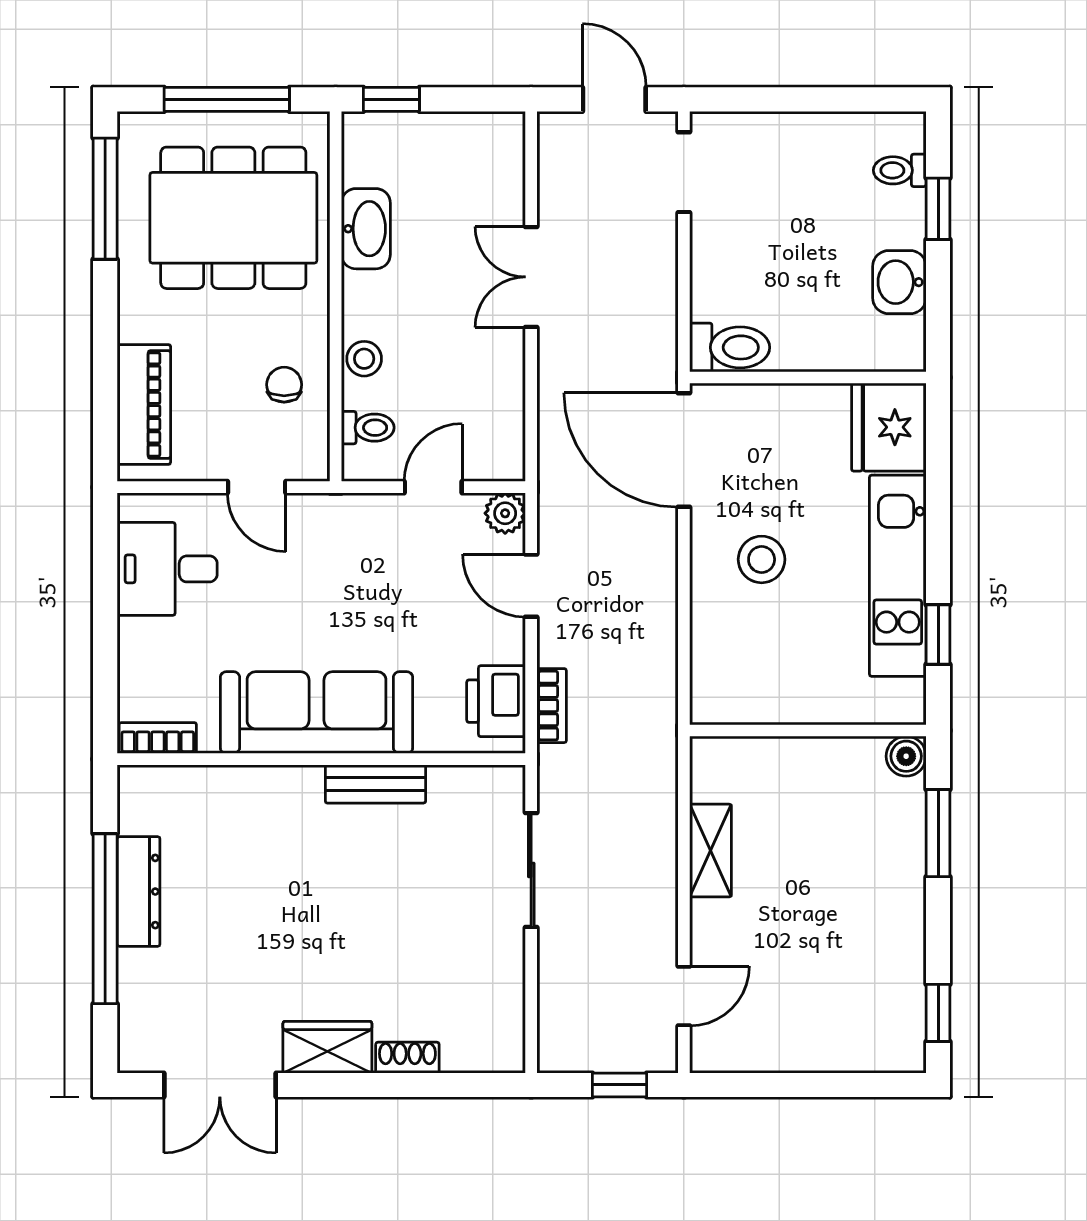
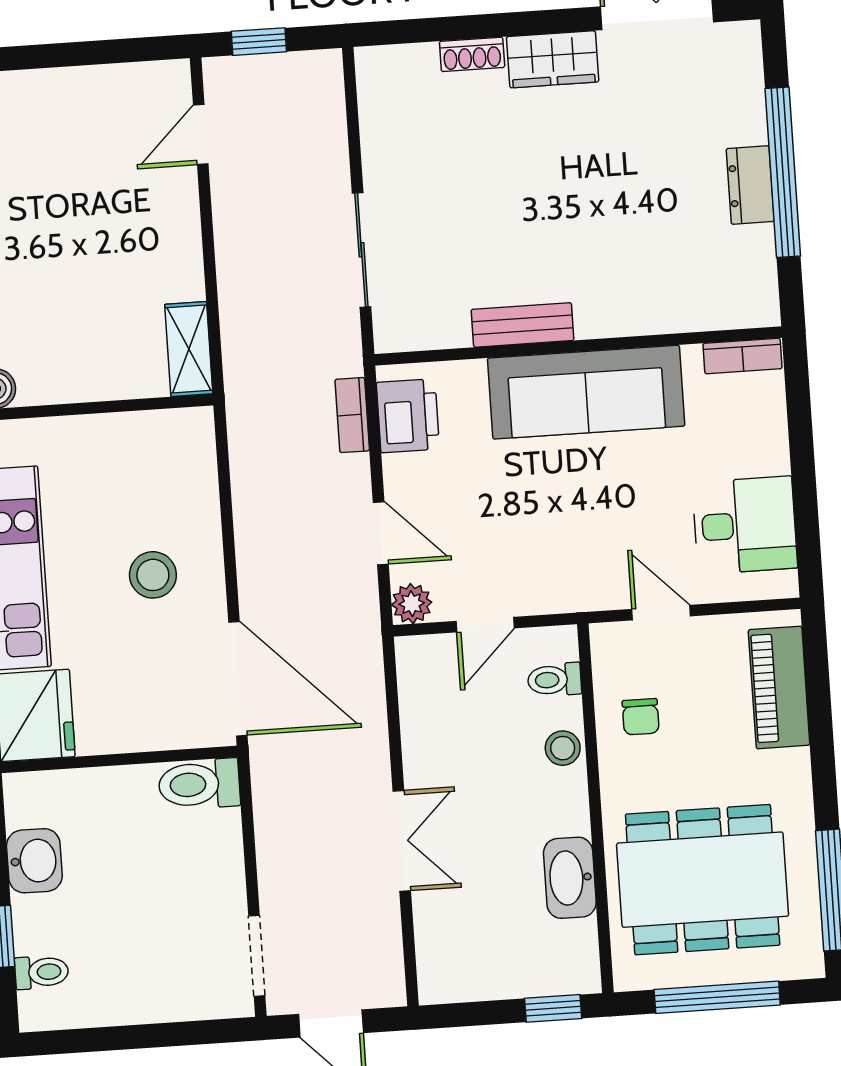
shelving: (710, 851) -> (189, 349), moved
dresser: (139, 892) -> (750, 185), width x0.70

